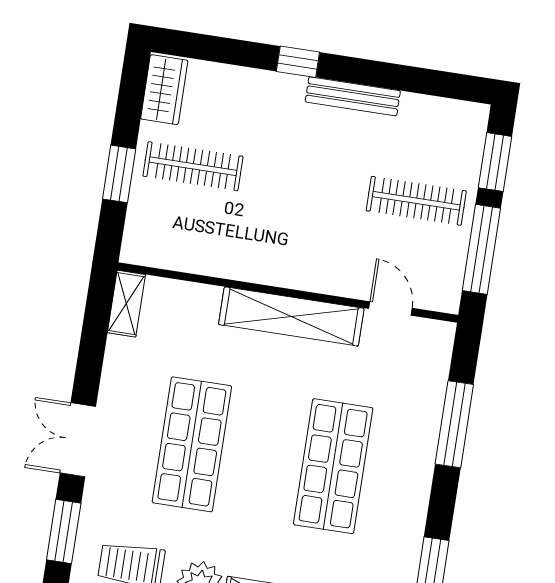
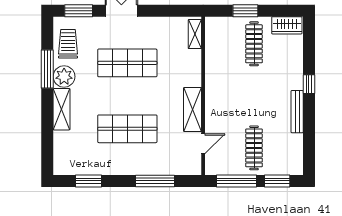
shelving: (126, 304) -> (195, 34), moved, turned 90
shelving: (291, 316) -> (193, 110), width x0.68

